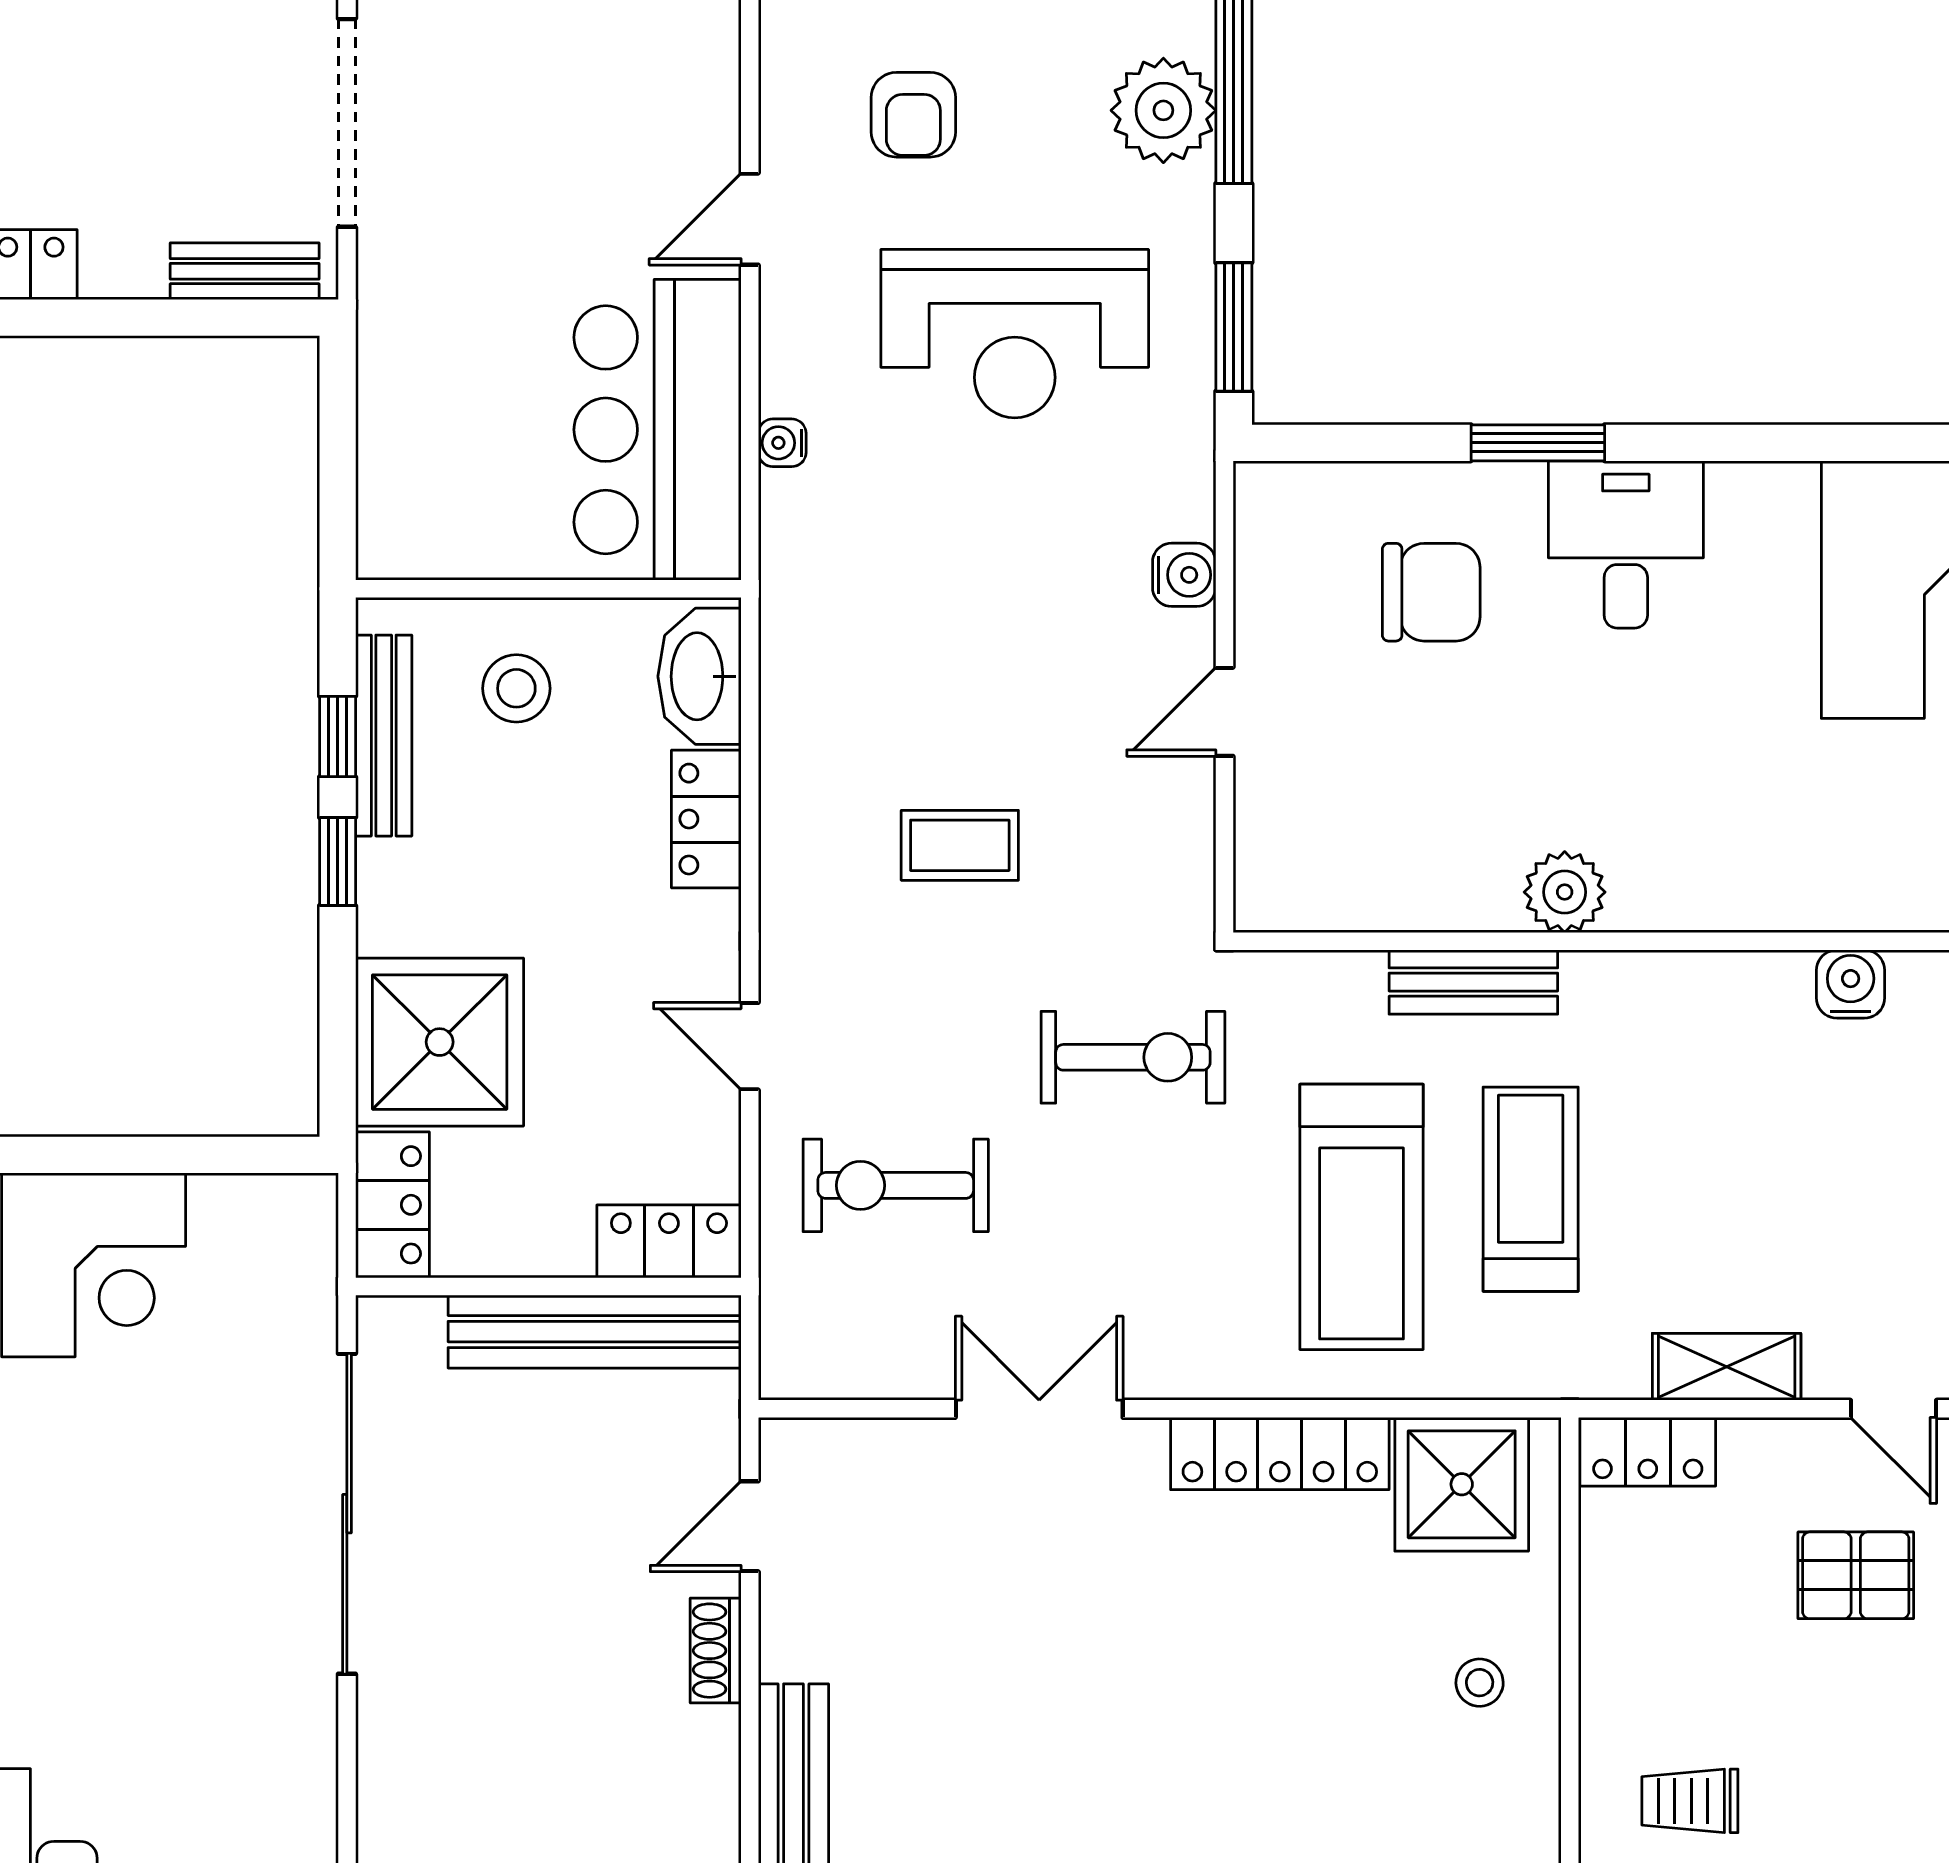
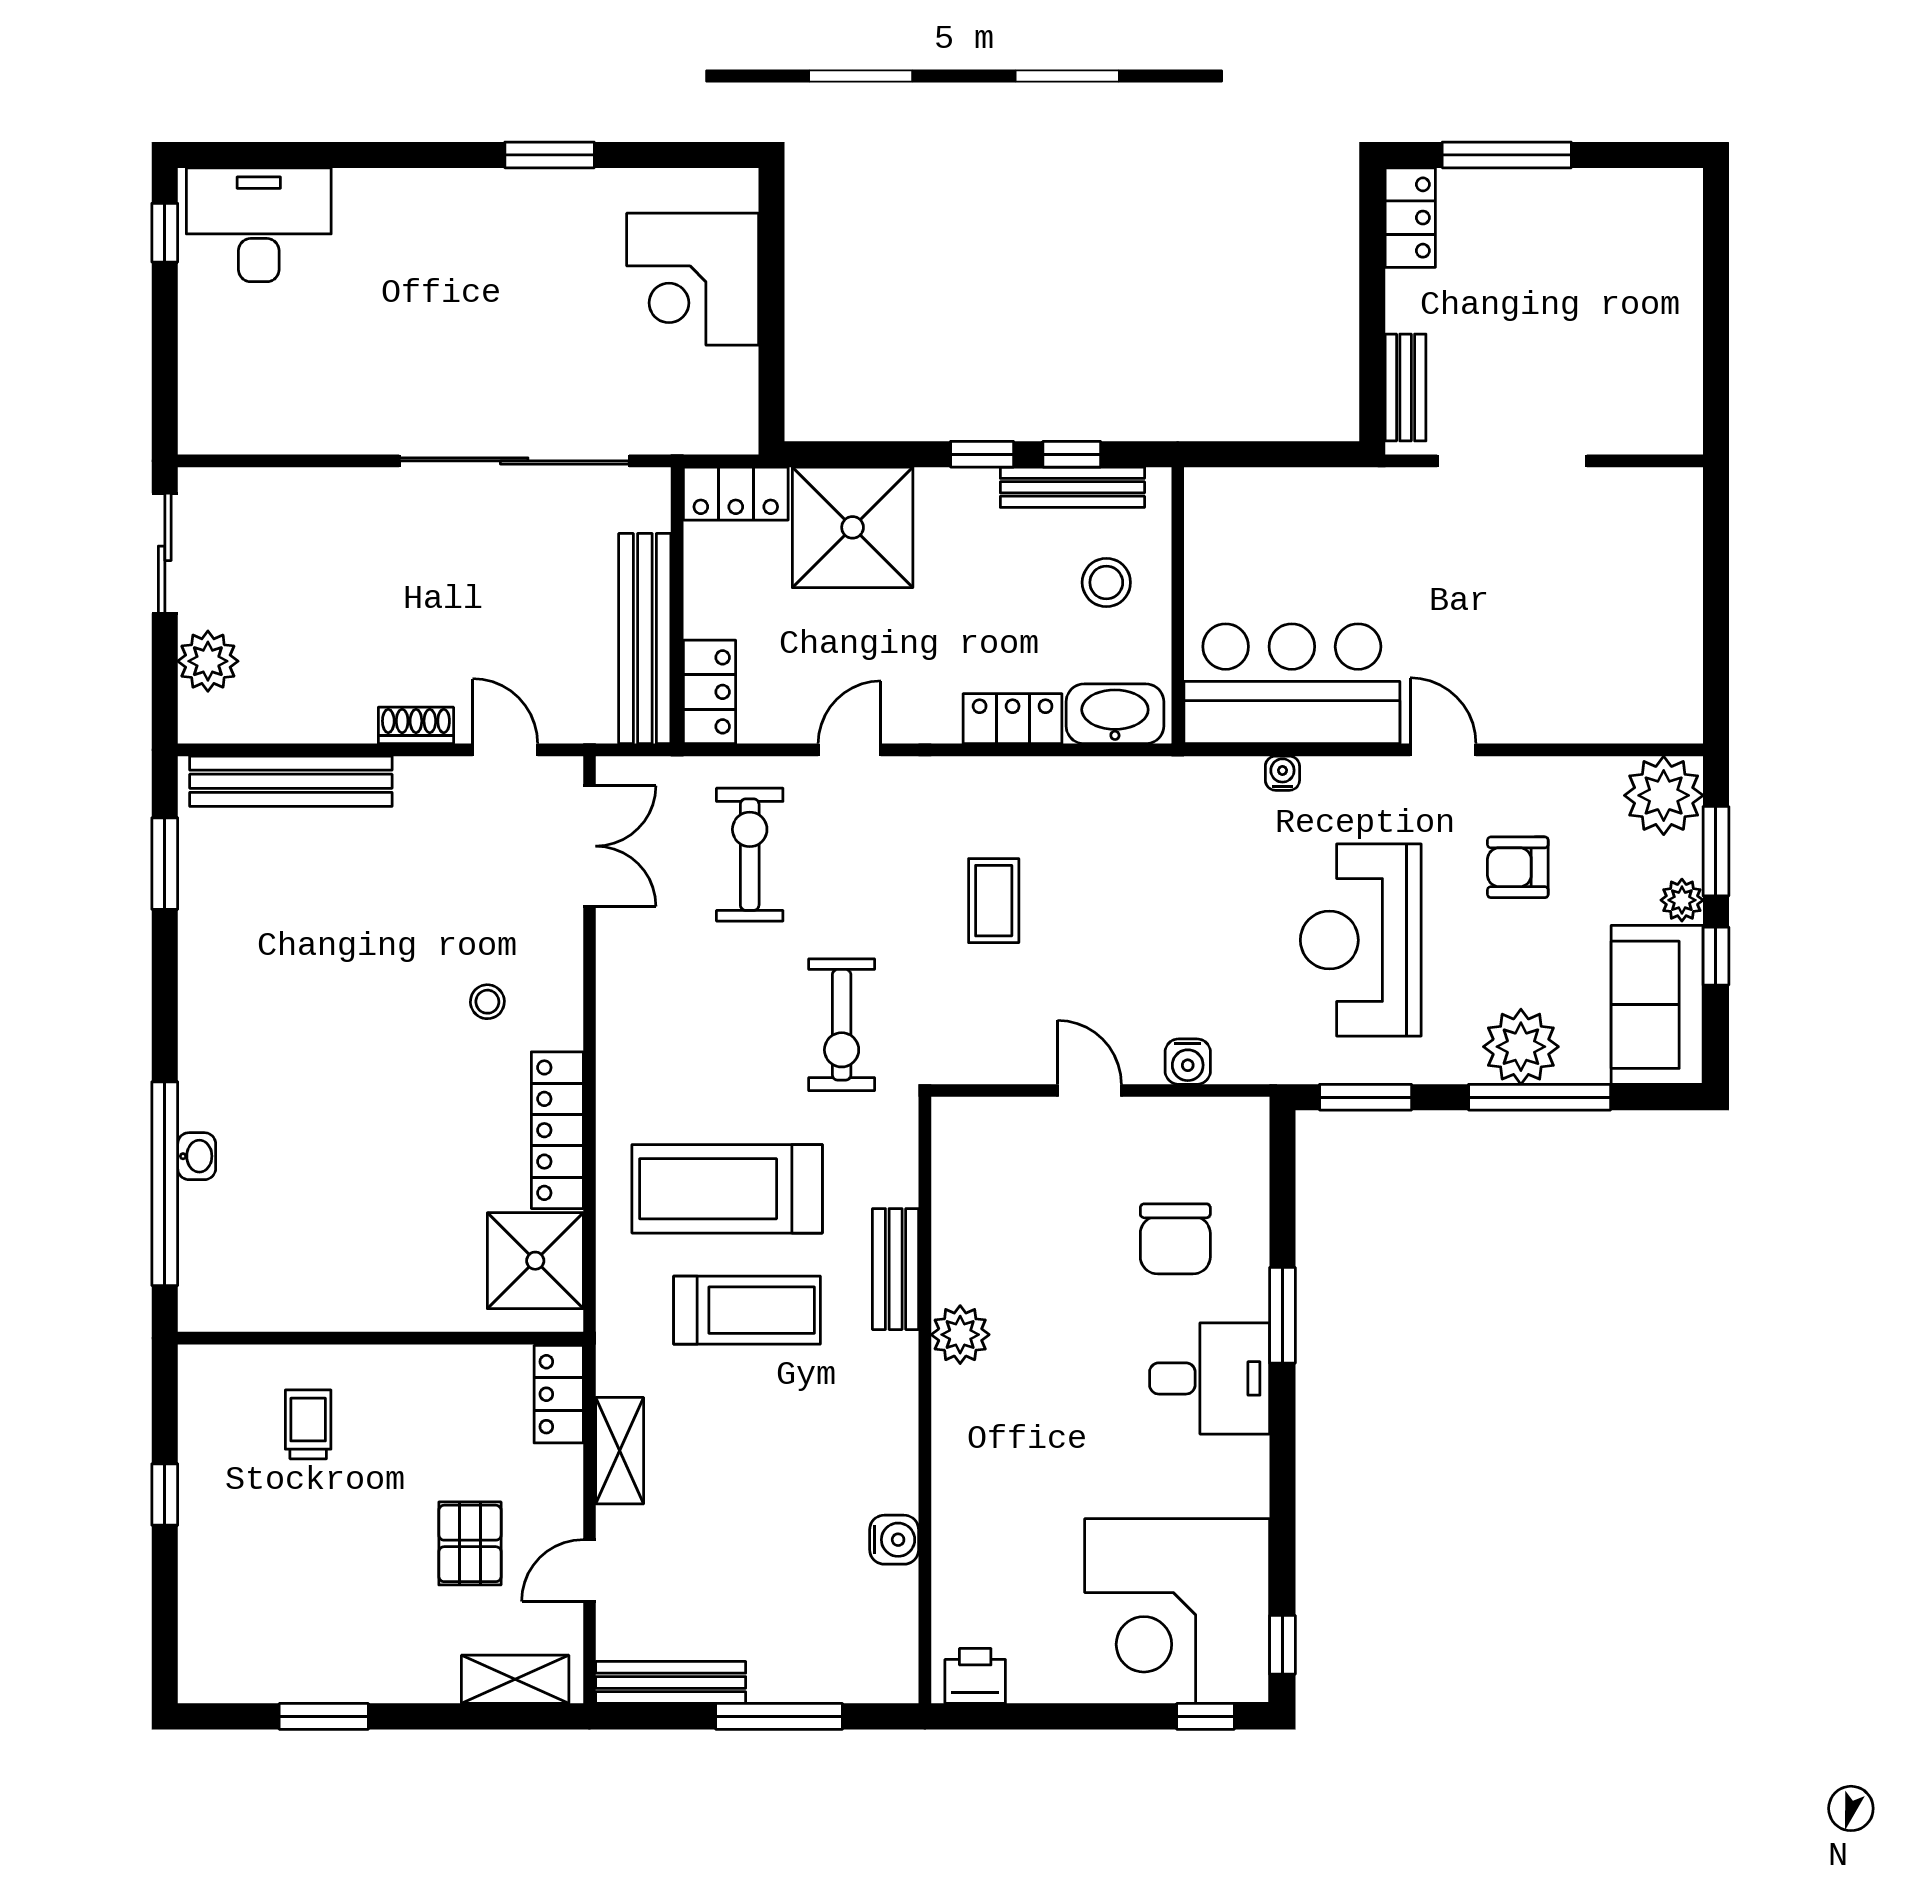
double door: (1039, 1409) -> (589, 846), moved
stool: (1480, 1683) -> (487, 1002), moved

